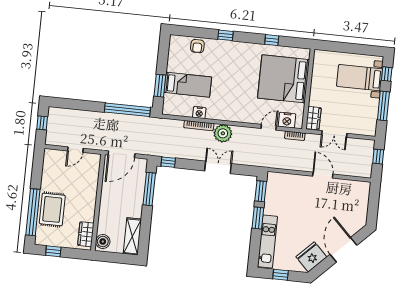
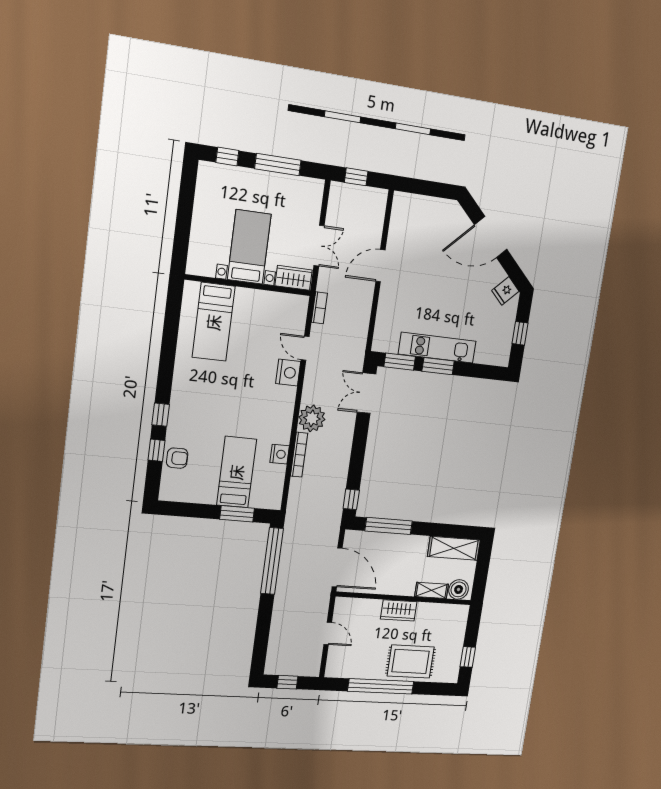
window: (272, 40) -> (156, 450), moved
bed with nightstands: (360, 78) -> (249, 247), moved, turned 180
bed: (283, 79) -> (214, 322), width x0.49
nightstand: (287, 120) -> (288, 373), moved
double door: (218, 167) -> (366, 393), moved
window: (33, 212) -> (381, 686), moved
shelving: (103, 222) -> (432, 590), added
wardrobe: (86, 234) -> (399, 610), moved
kitchen unit: (268, 242) -> (437, 348), moved
fridge: (311, 257) -> (505, 291), width x0.53, depth x0.75

